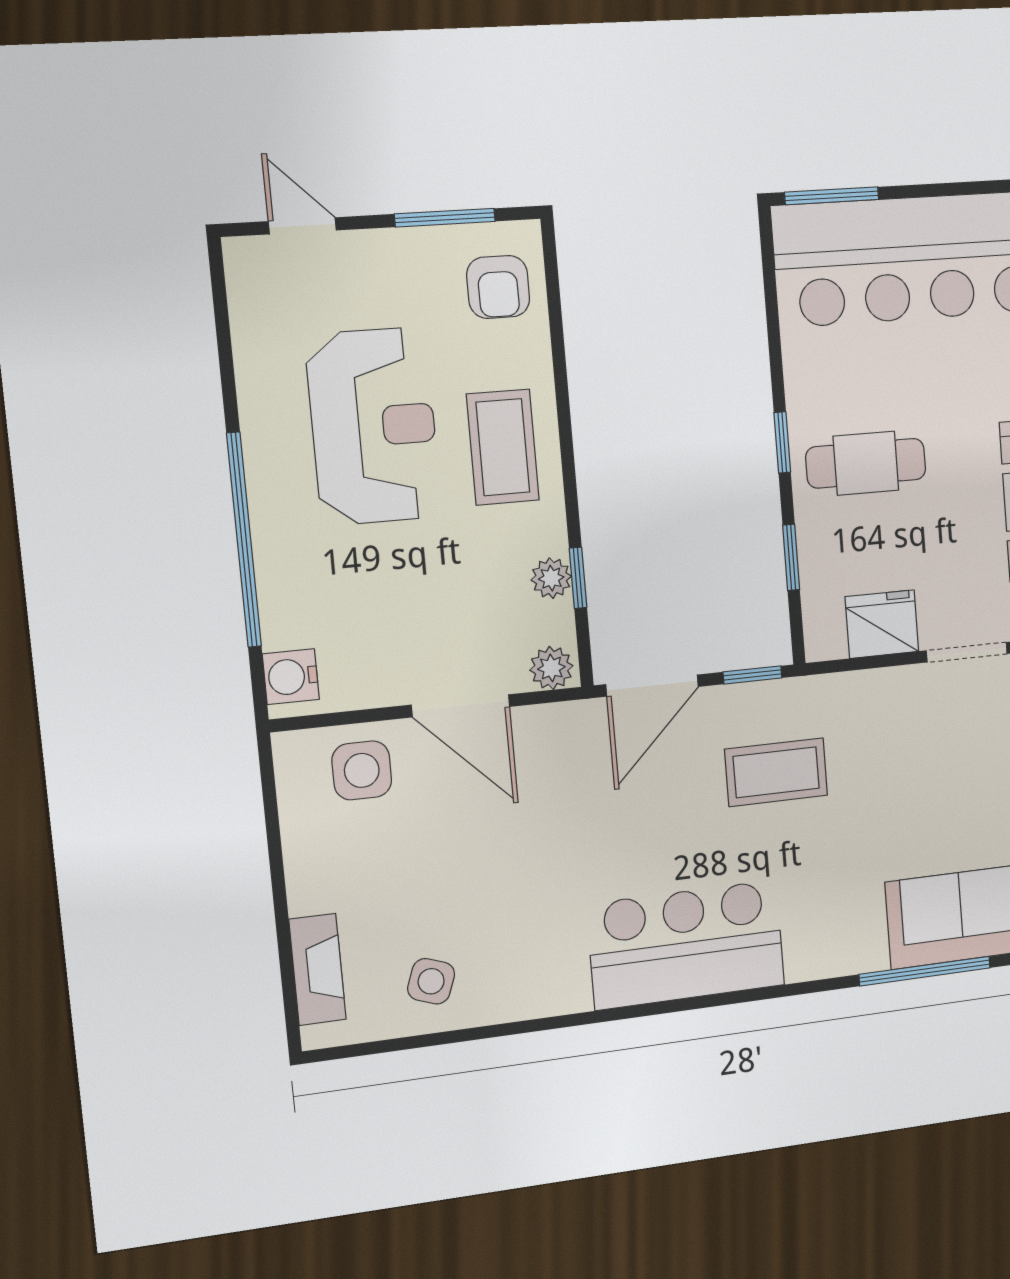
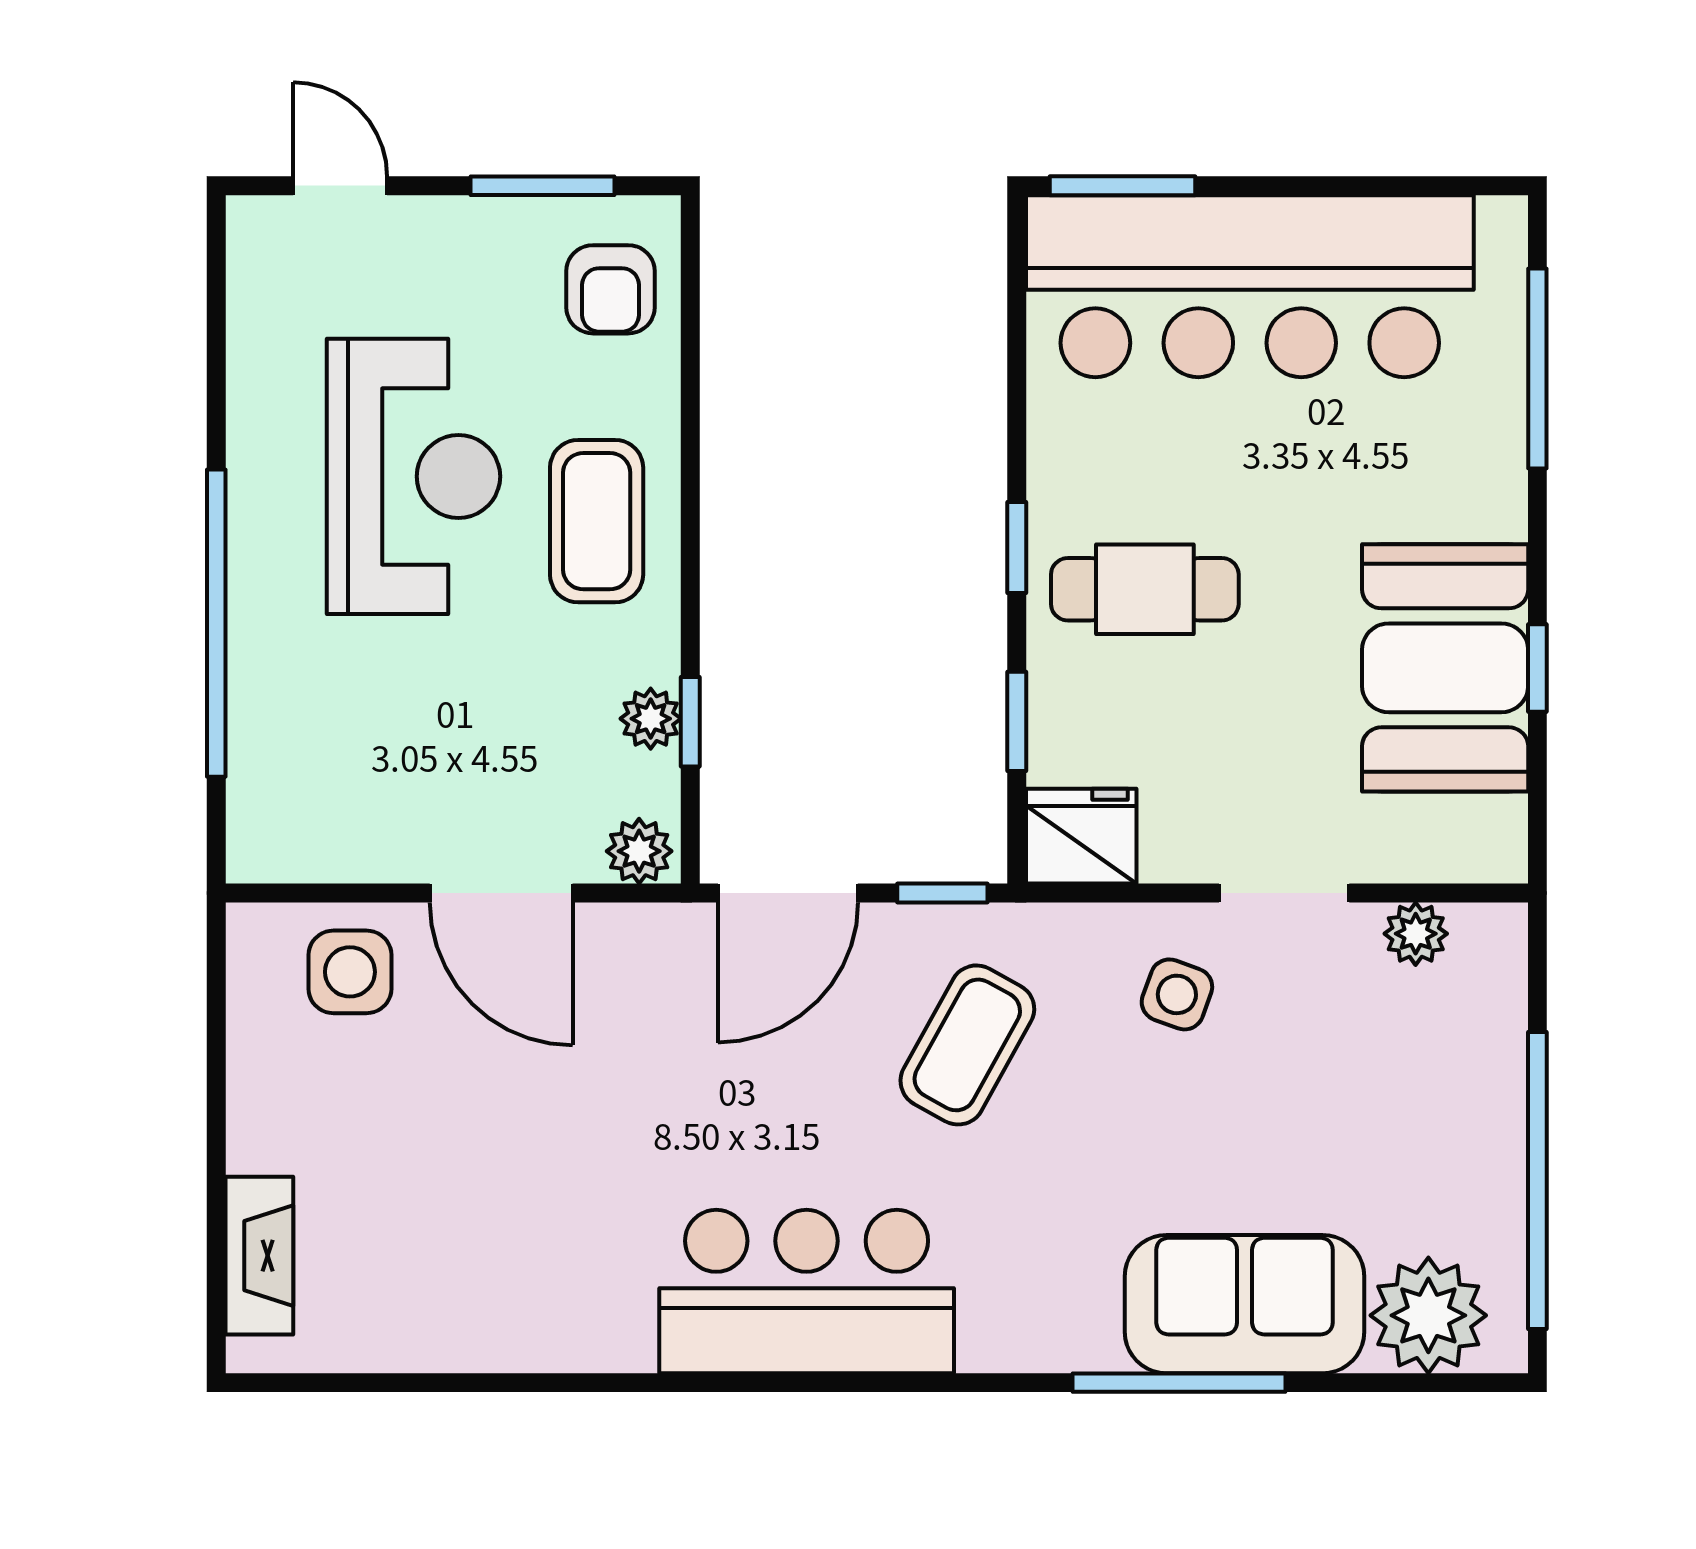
fridge: (882, 624) -> (1081, 836), moved
water cooler: (291, 677) -> (262, 825), removed
coffee table: (776, 772) -> (967, 1045), turned -61
side table: (431, 981) -> (1177, 994), moved

